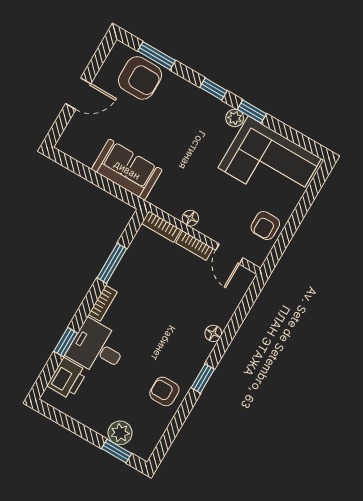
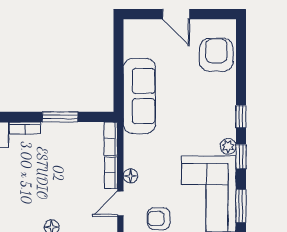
window: (157, 56) -> (241, 206), moved
armchair: (140, 78) -> (216, 55), turned 180
sofa: (127, 170) -> (139, 96), width x1.36
floor lamp: (190, 218) -> (131, 176), moved

